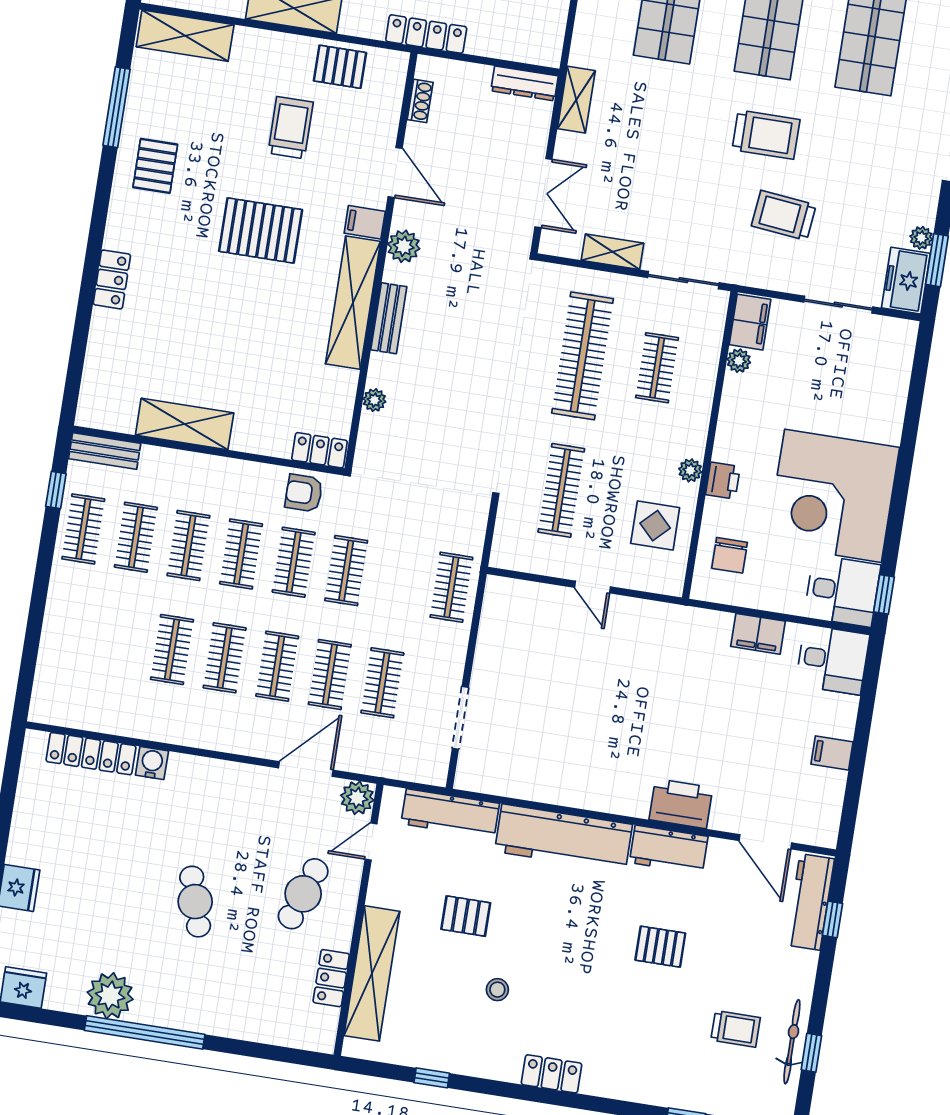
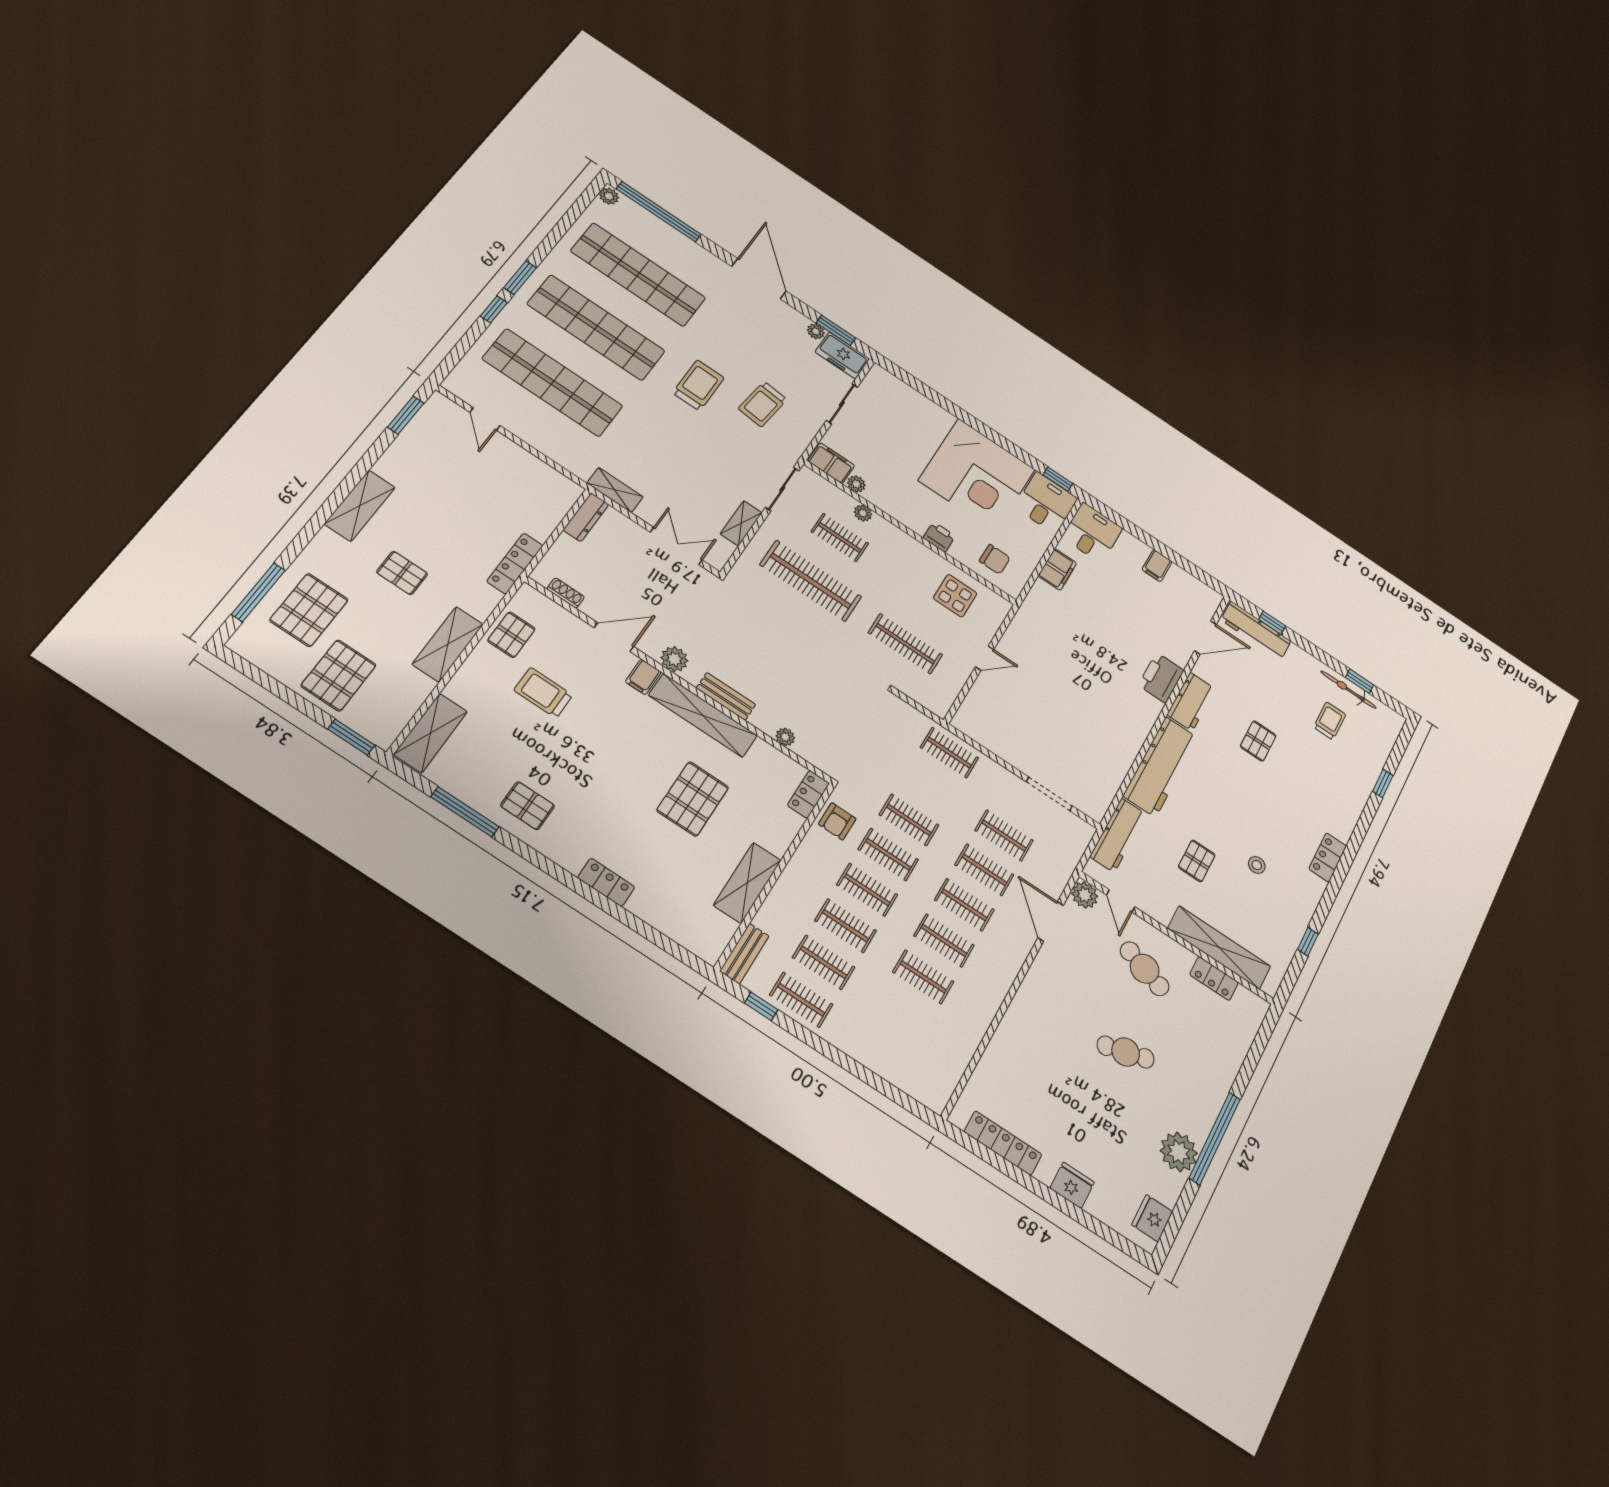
pallet: (261, 230) -> (693, 799), moved
plant: (690, 470) -> (863, 513), moved
locker: (91, 754) -> (1003, 1143), moved, turned -90
water cooler: (152, 763) -> (1007, 1034), removed

